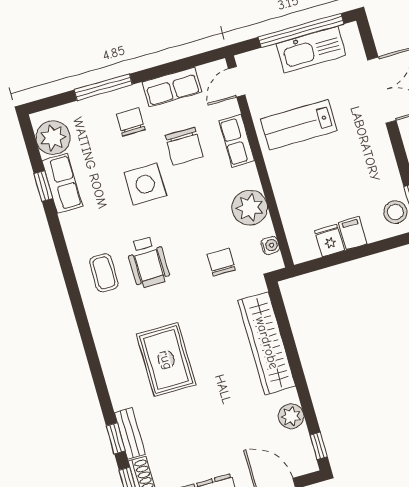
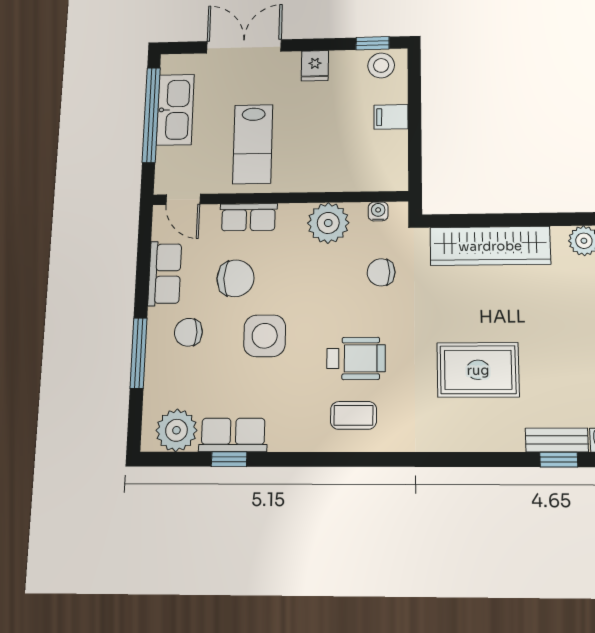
fridge: (330, 240) -> (315, 66), moved, turned -90

